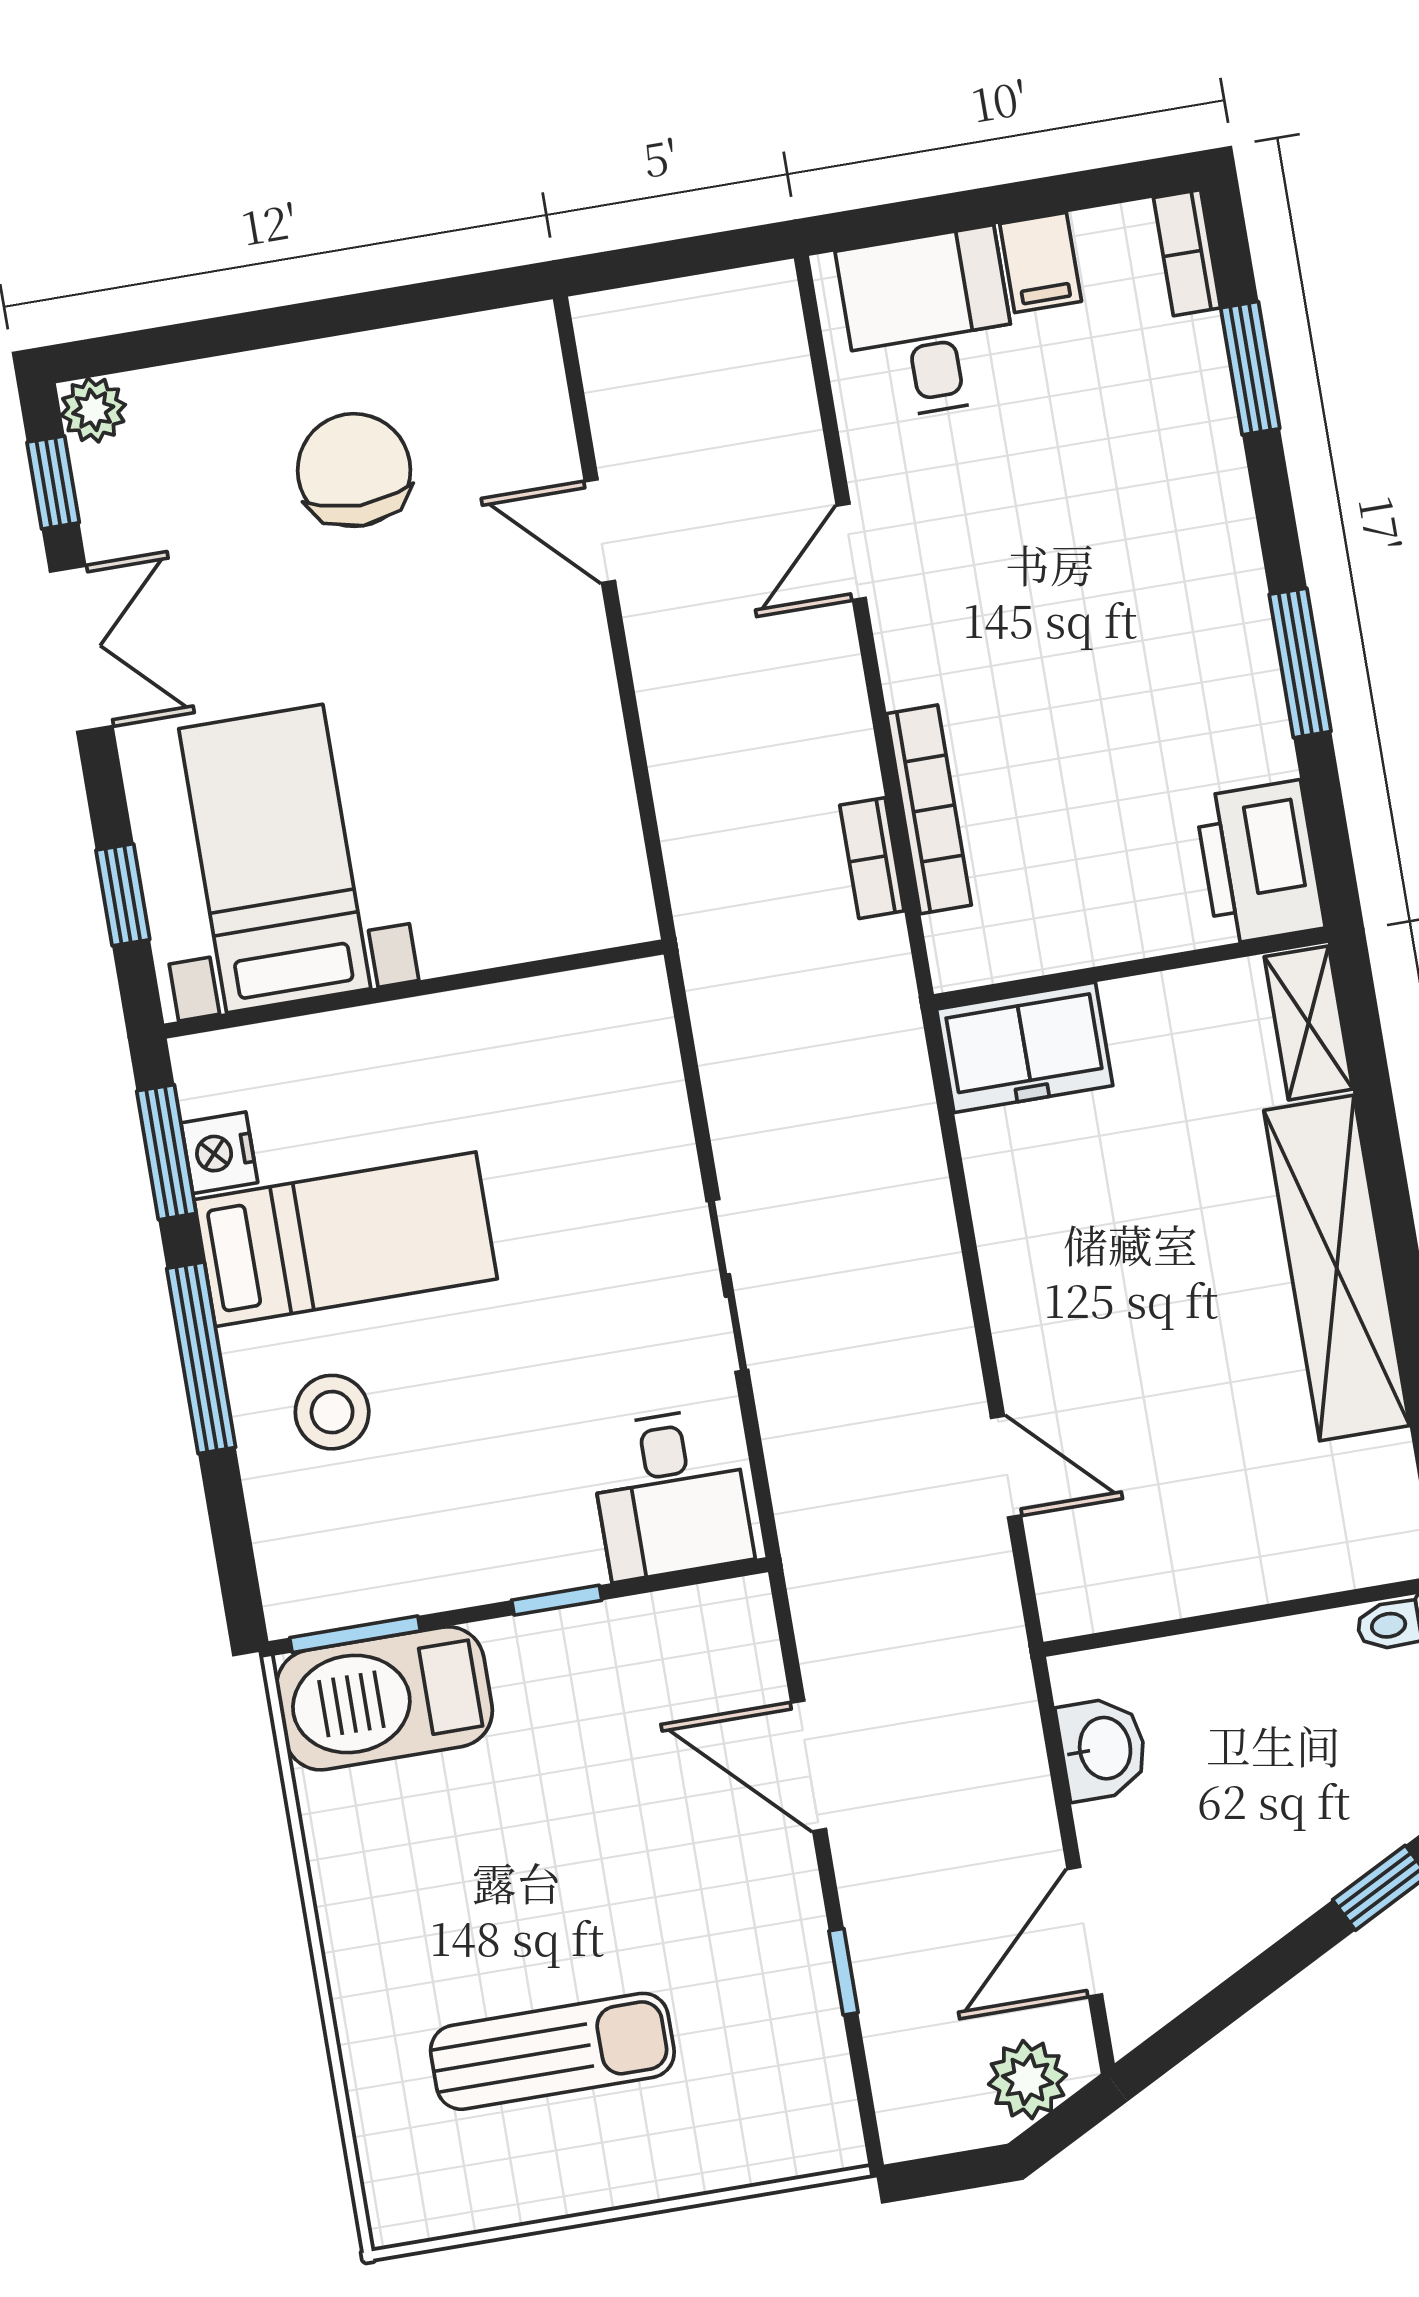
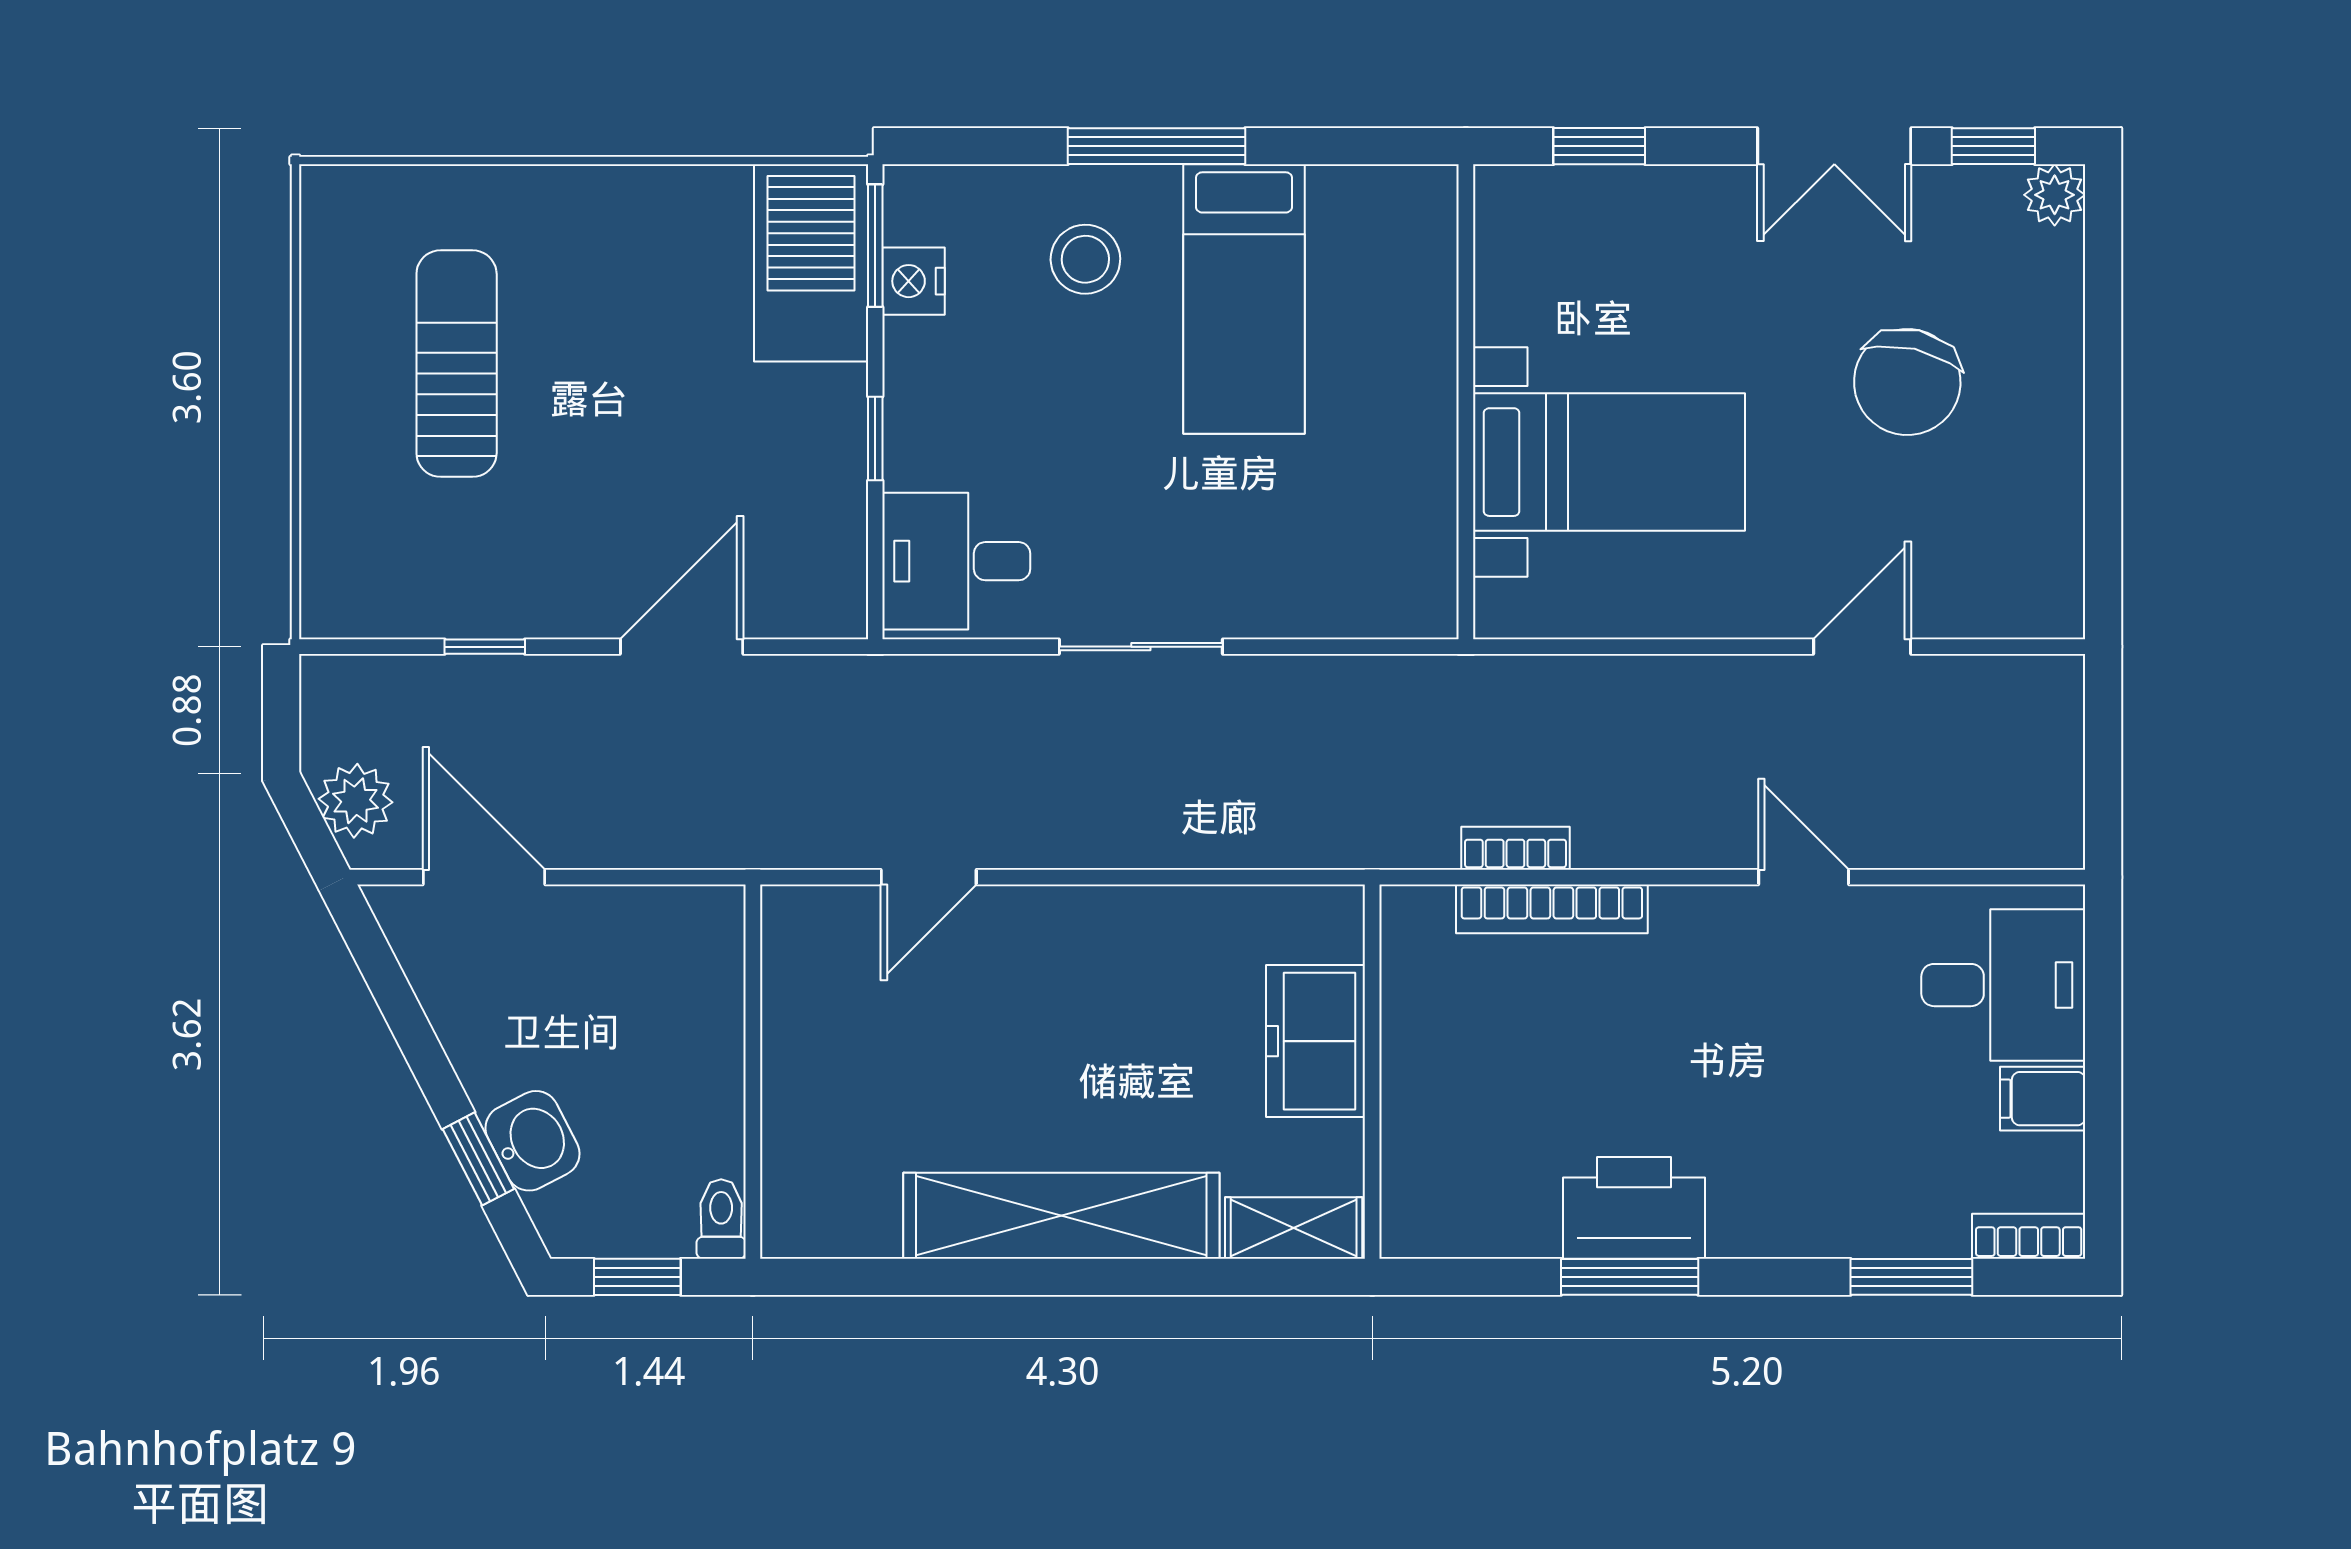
chair: (354, 470) -> (1907, 382), moved, turned 103
bed with nightstands: (275, 859) -> (1609, 462), moved
printer: (1260, 863) -> (1634, 1208), moved
freezer: (1025, 1047) -> (1316, 1041), moved
window: (166, 1152) -> (1353, 146), removed
nightstand: (219, 1153) -> (914, 281), moved, turned -90
washbasin: (1103, 1749) -> (532, 1141), moved, turned -117
sun lounger: (552, 2051) -> (457, 364), turned 180

